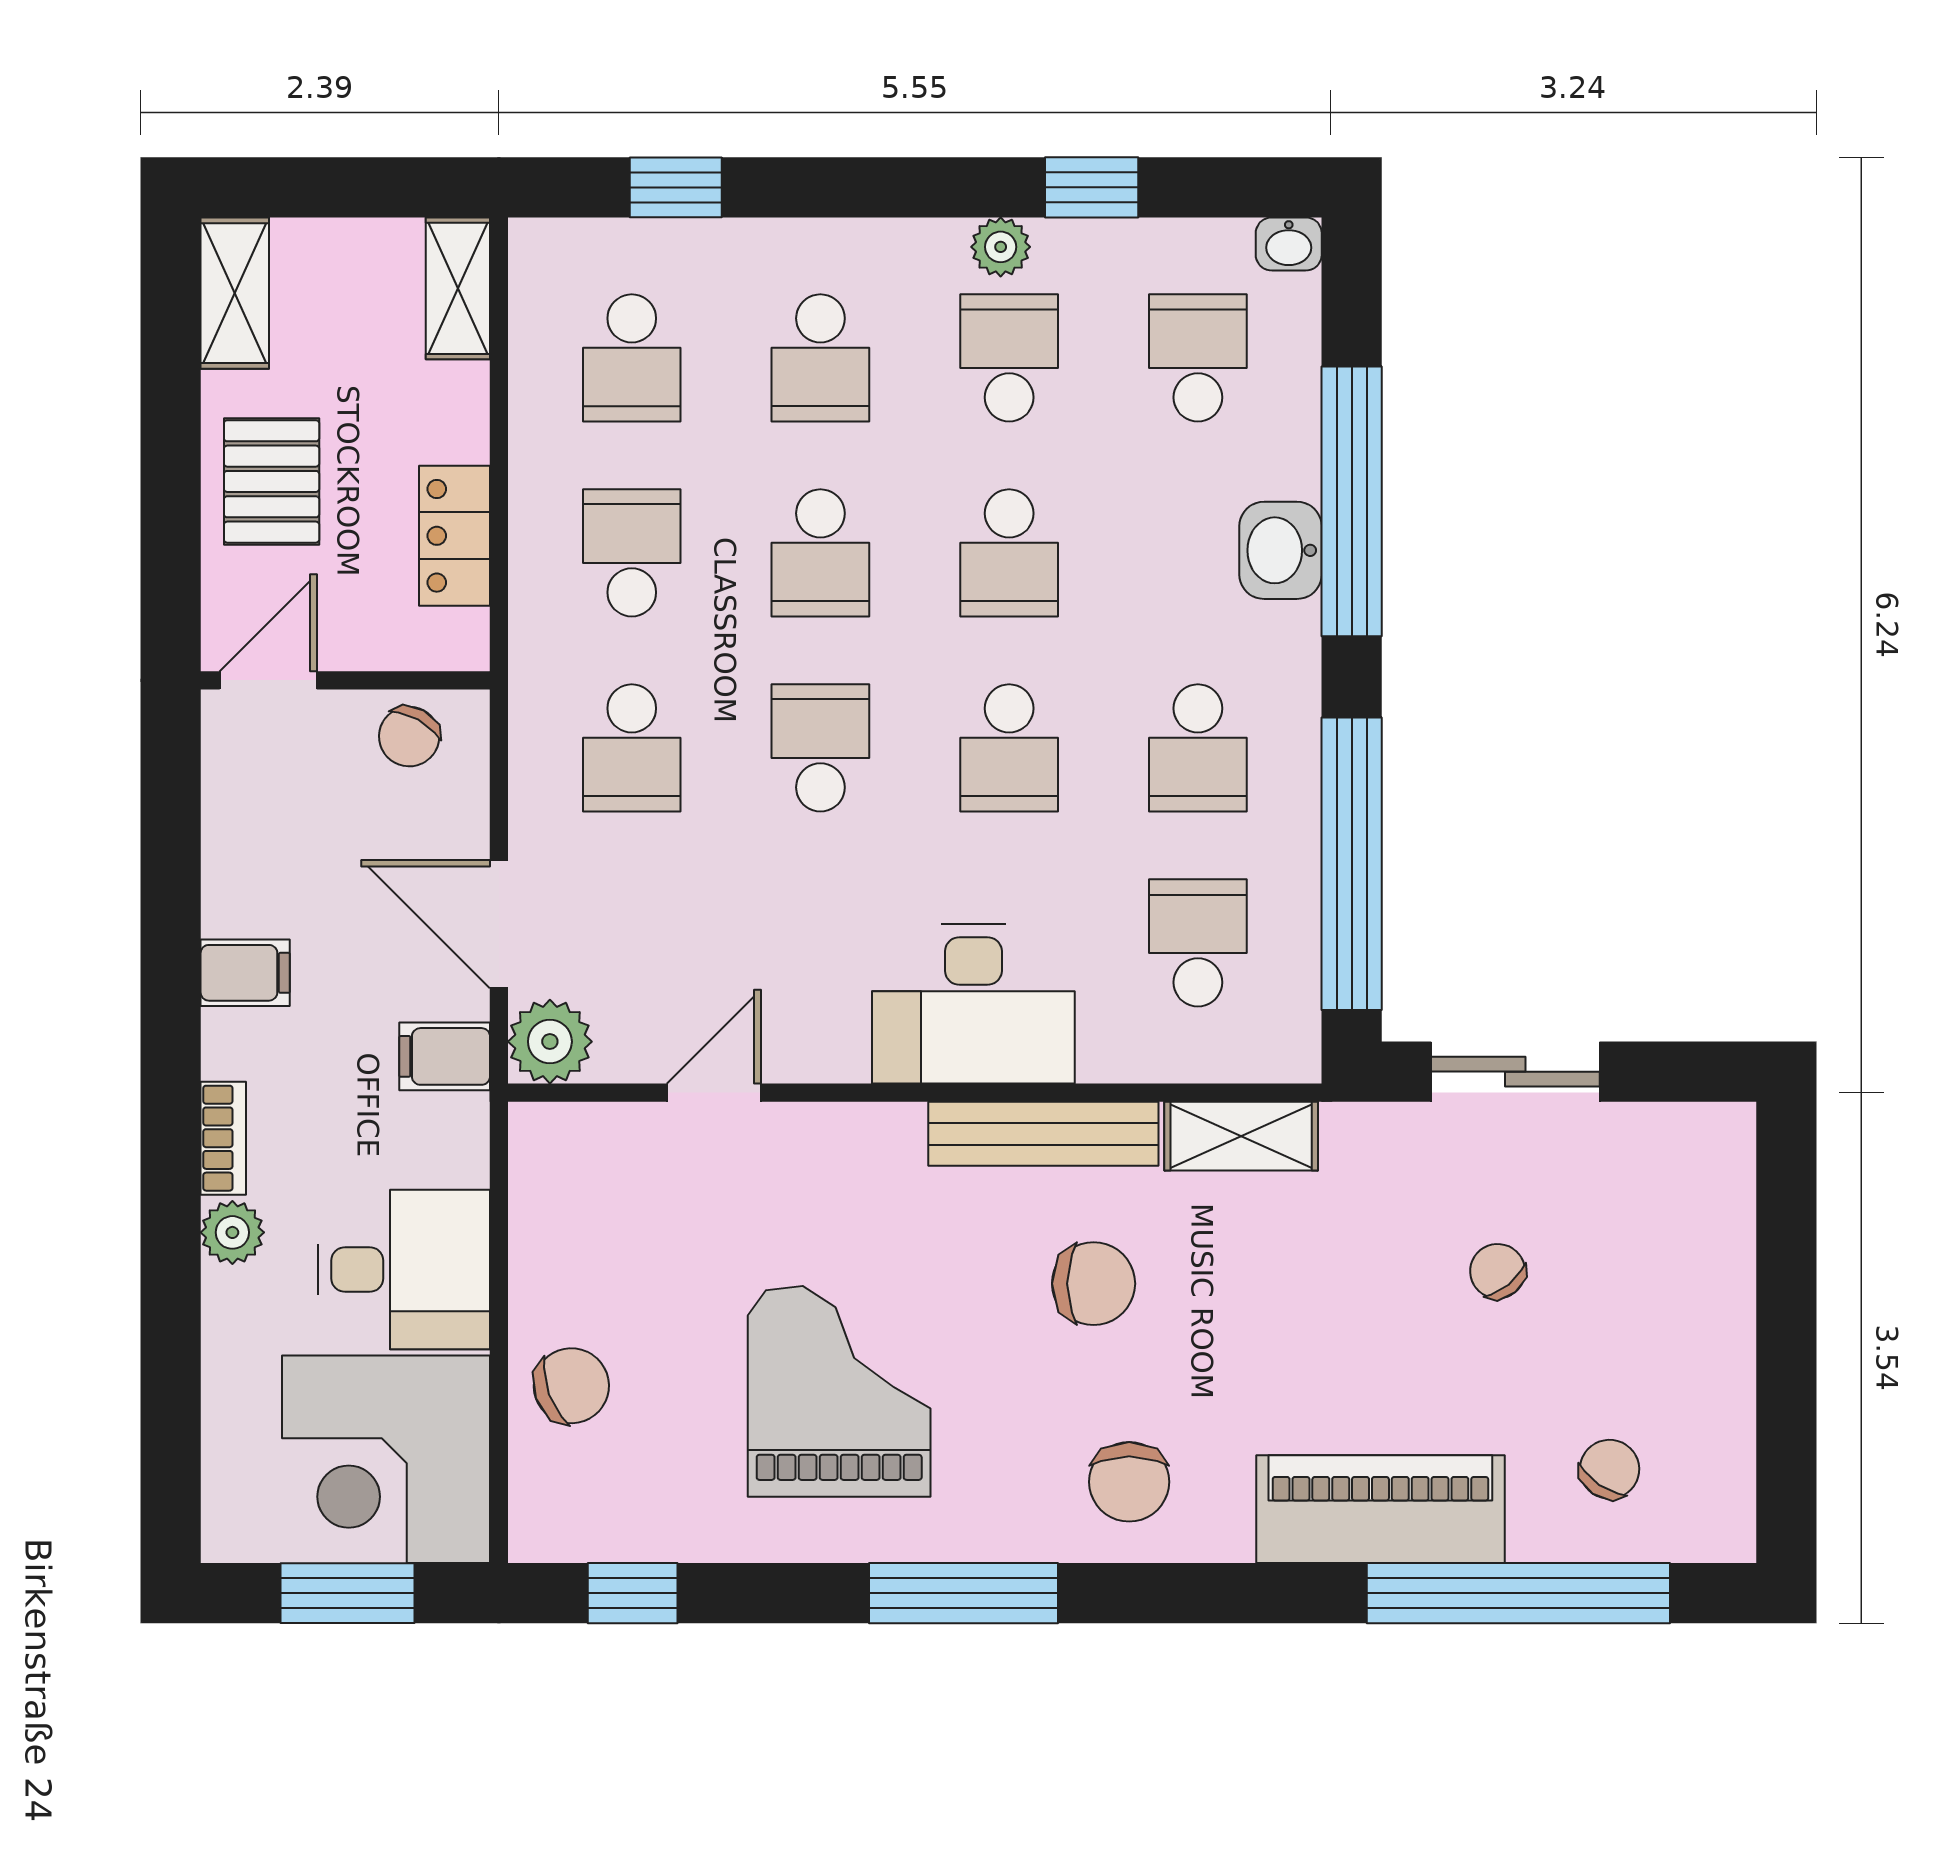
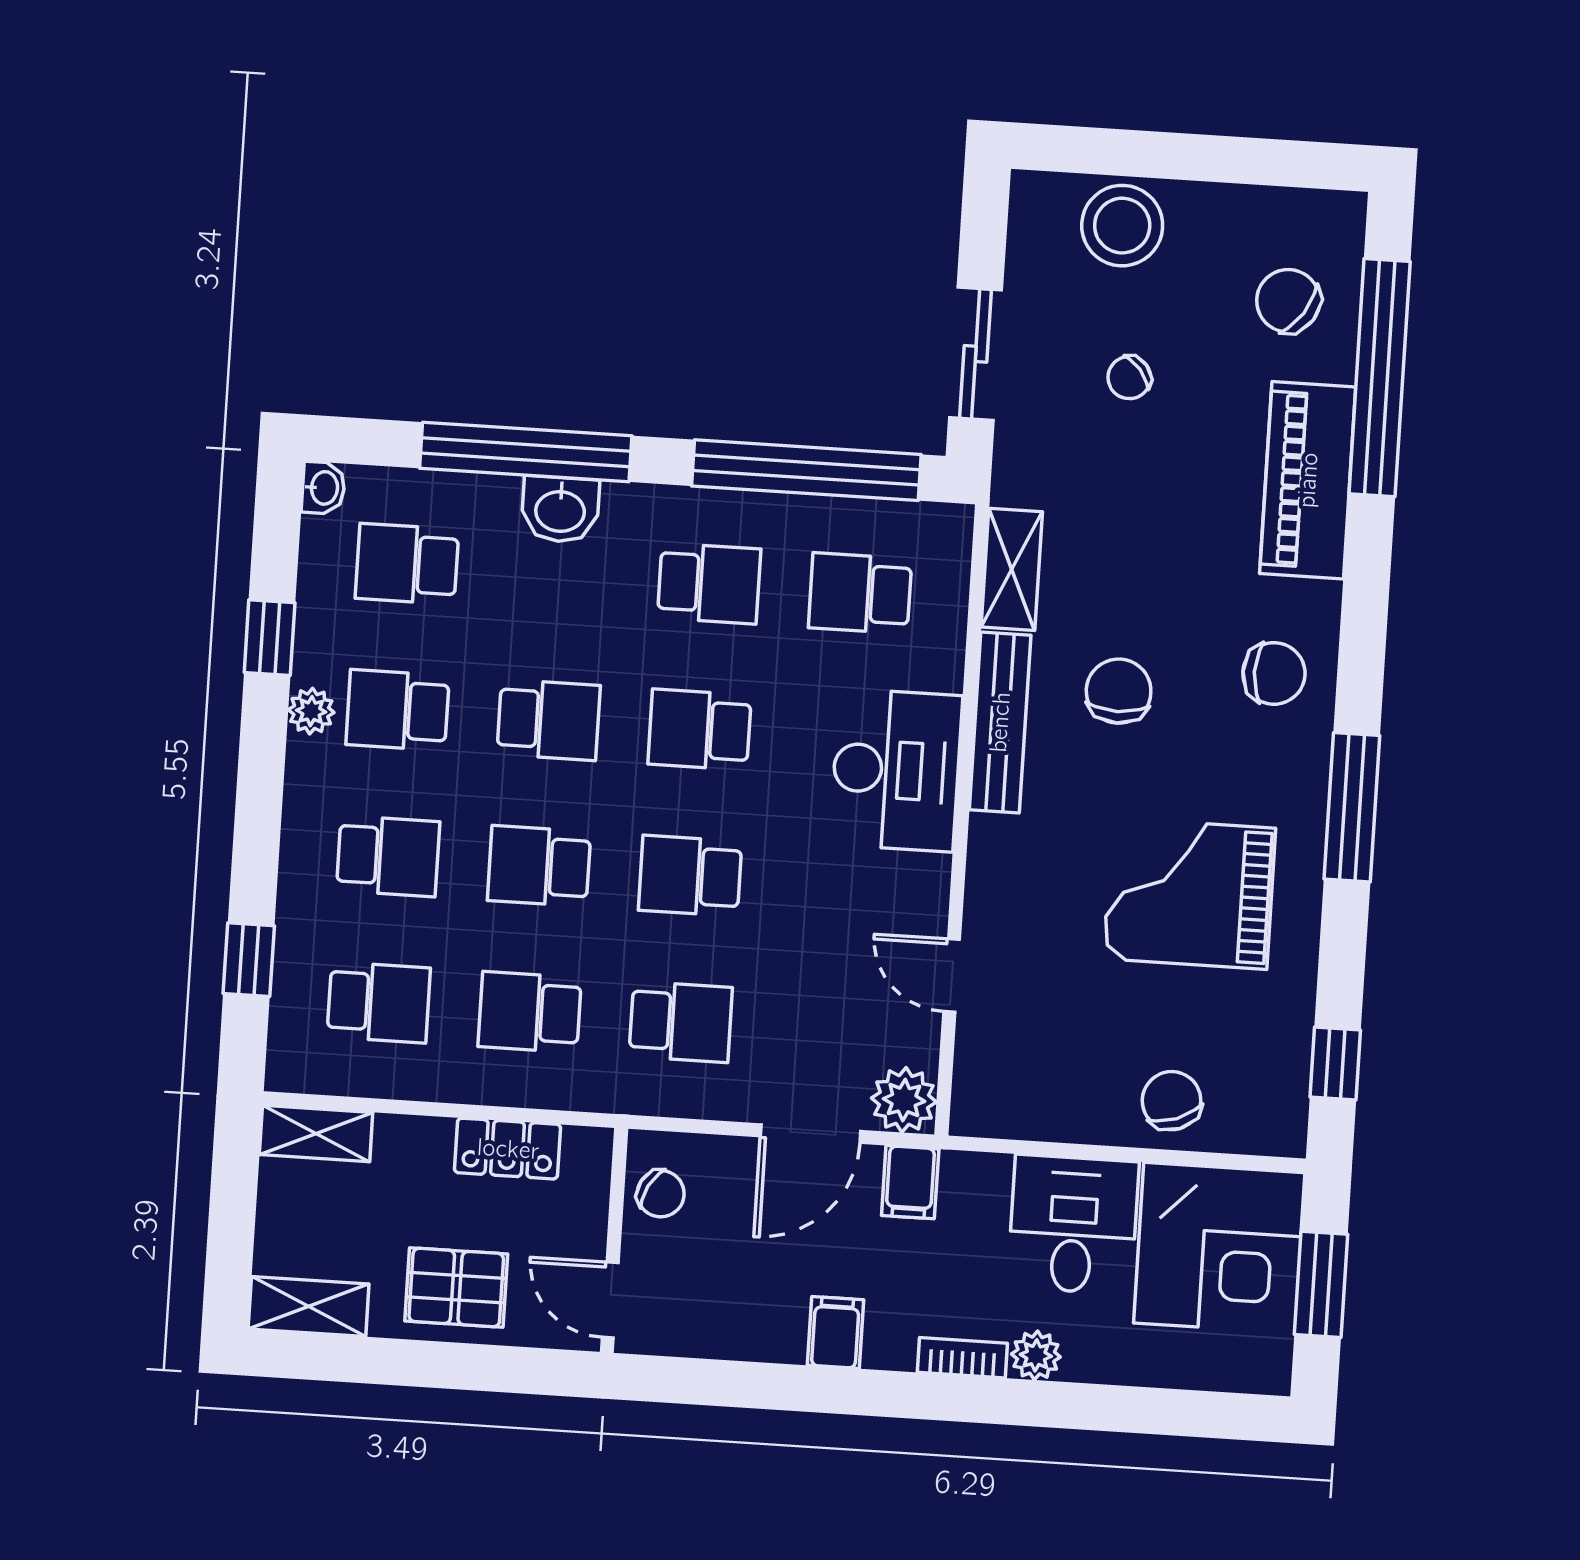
school desk: (820, 553) -> (539, 866), turned 180
school desk: (1009, 748) -> (700, 730), turned 180
stool: (1692, 1249) -> (1122, 226), added
chair: (1610, 1469) -> (1288, 301), width x1.37, depth x1.37

